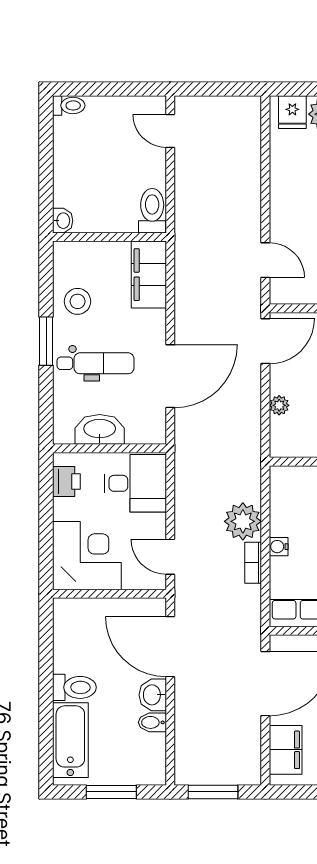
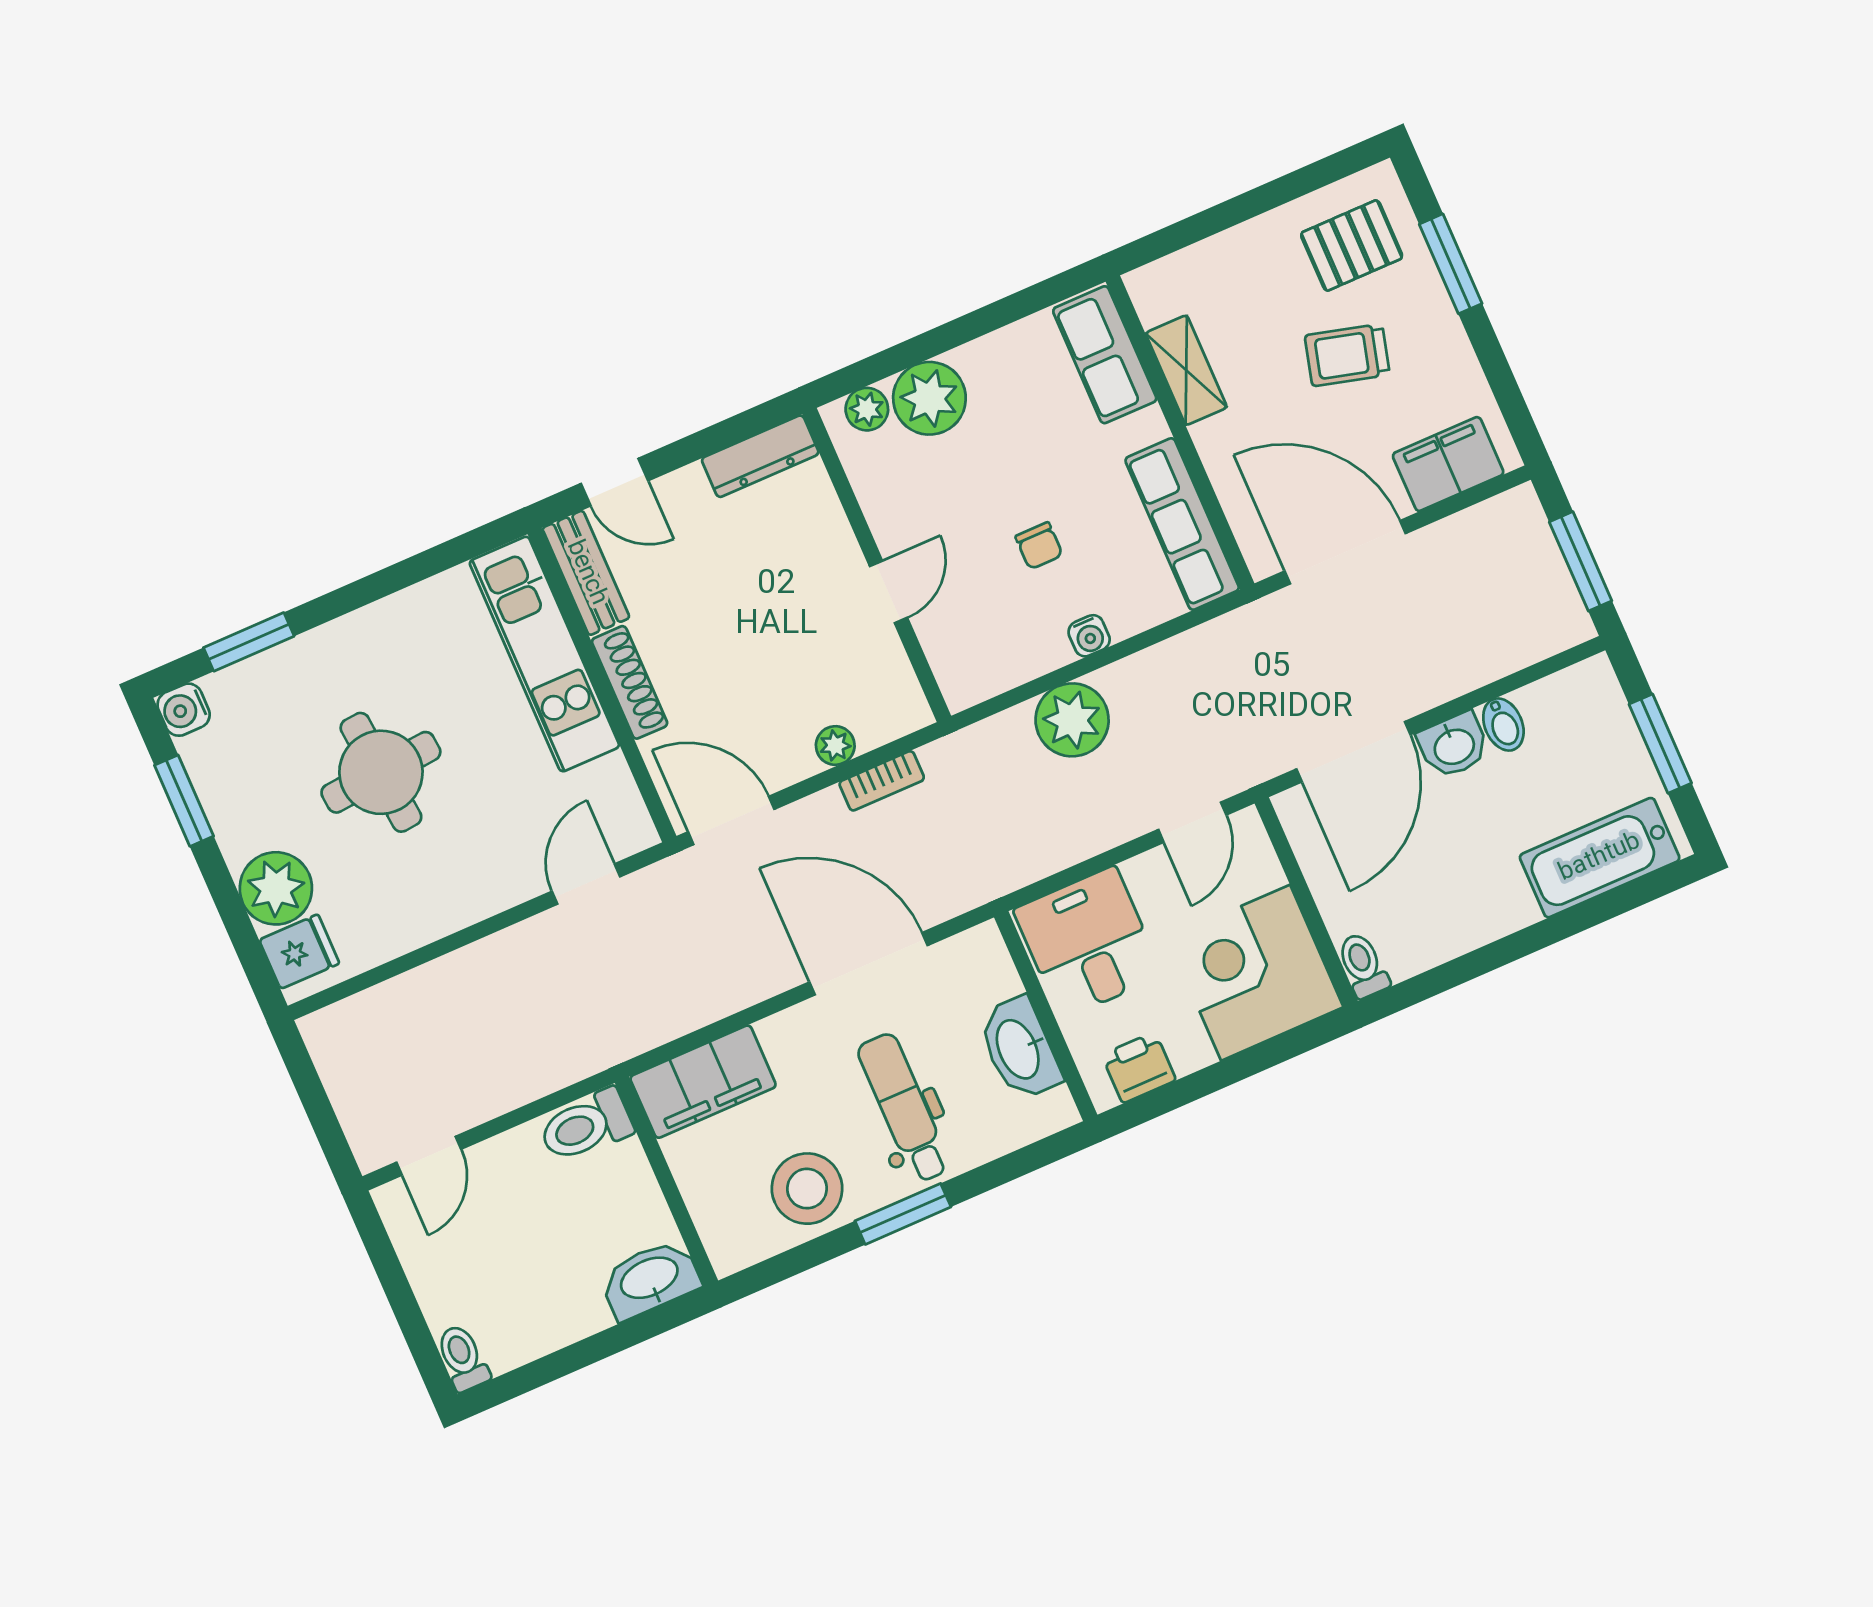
washbasin: (63, 221) -> (650, 1279), width x1.91, depth x1.45
stool: (78, 301) -> (807, 1189), width x1.38, depth x1.38
bookcase: (253, 563) -> (882, 781), moved
toilet: (74, 687) -> (1363, 965), moved, width x0.73, depth x0.72

